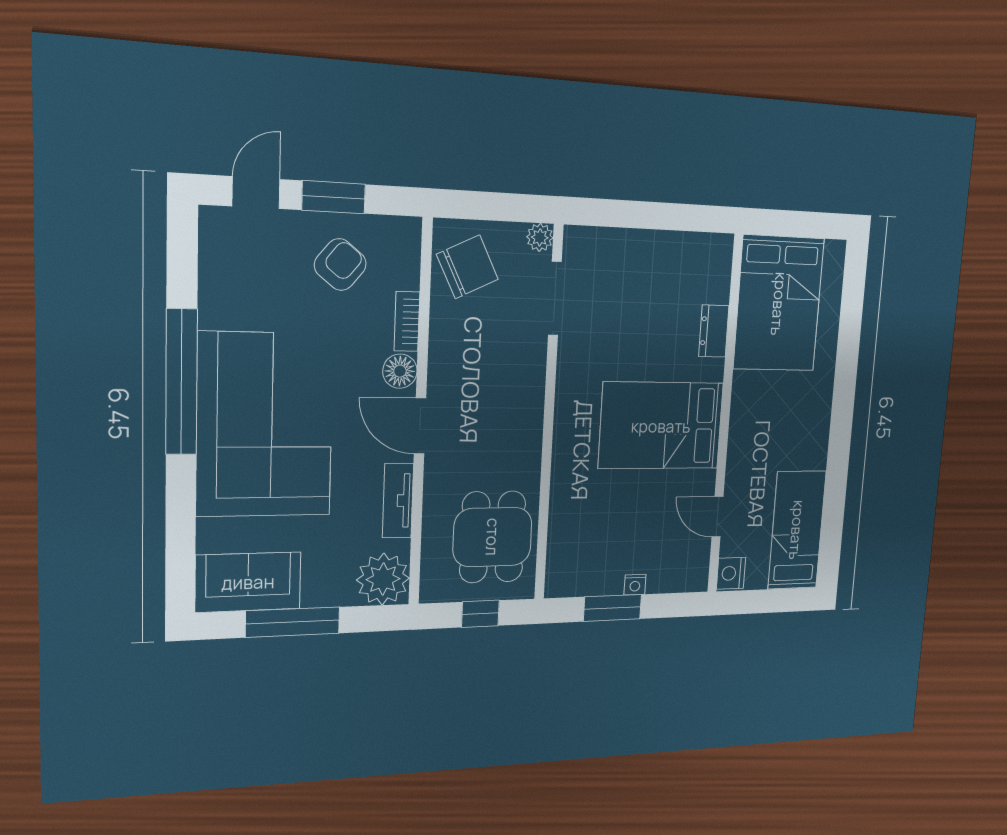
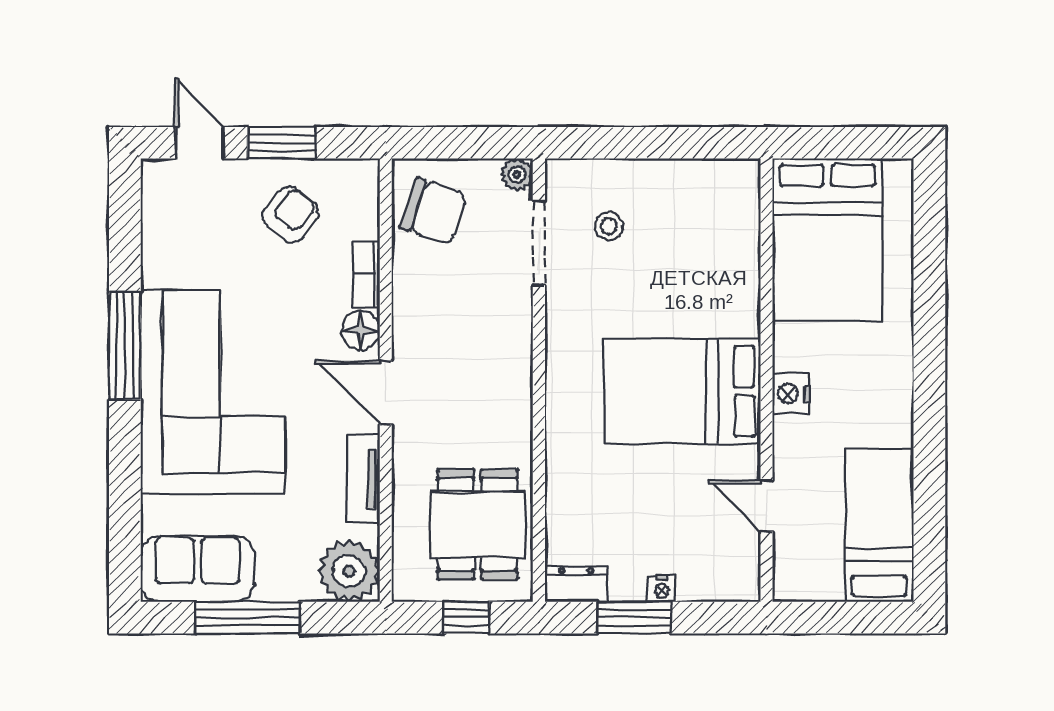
door: (256, 193) -> (200, 143), hinge flipped
chair: (467, 267) -> (433, 211), turned 45
stool: (612, 286) -> (609, 226), added
dresser: (714, 331) -> (576, 584), moved, turned 90
window: (182, 382) -> (125, 346), width x0.68
nightstand: (731, 573) -> (791, 394), moved

